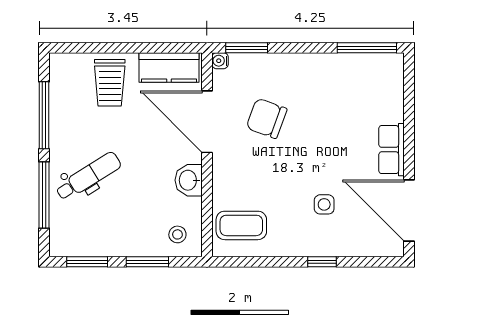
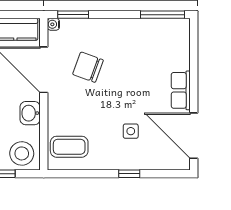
stool: (177, 234) -> (22, 153), width x1.89, depth x1.89

